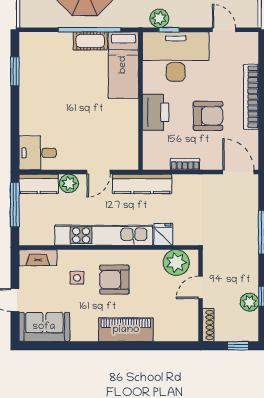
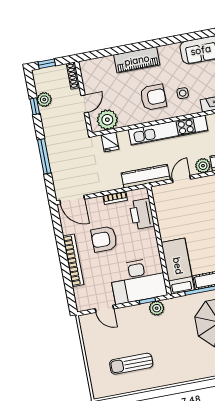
printer: (156, 112) -> (142, 214), moved
fridge: (163, 234) -> (110, 142), moved

